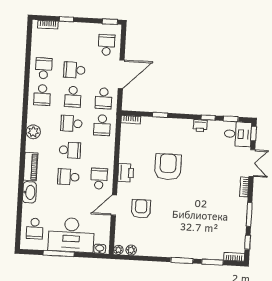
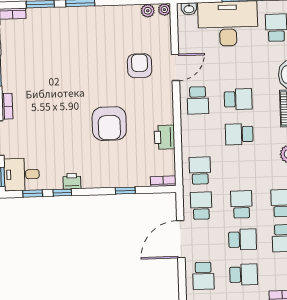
school desk: (71, 123) -> (244, 275), moved
printer: (126, 173) -> (164, 137), moved
armchair: (141, 209) -> (140, 66), turned 180

